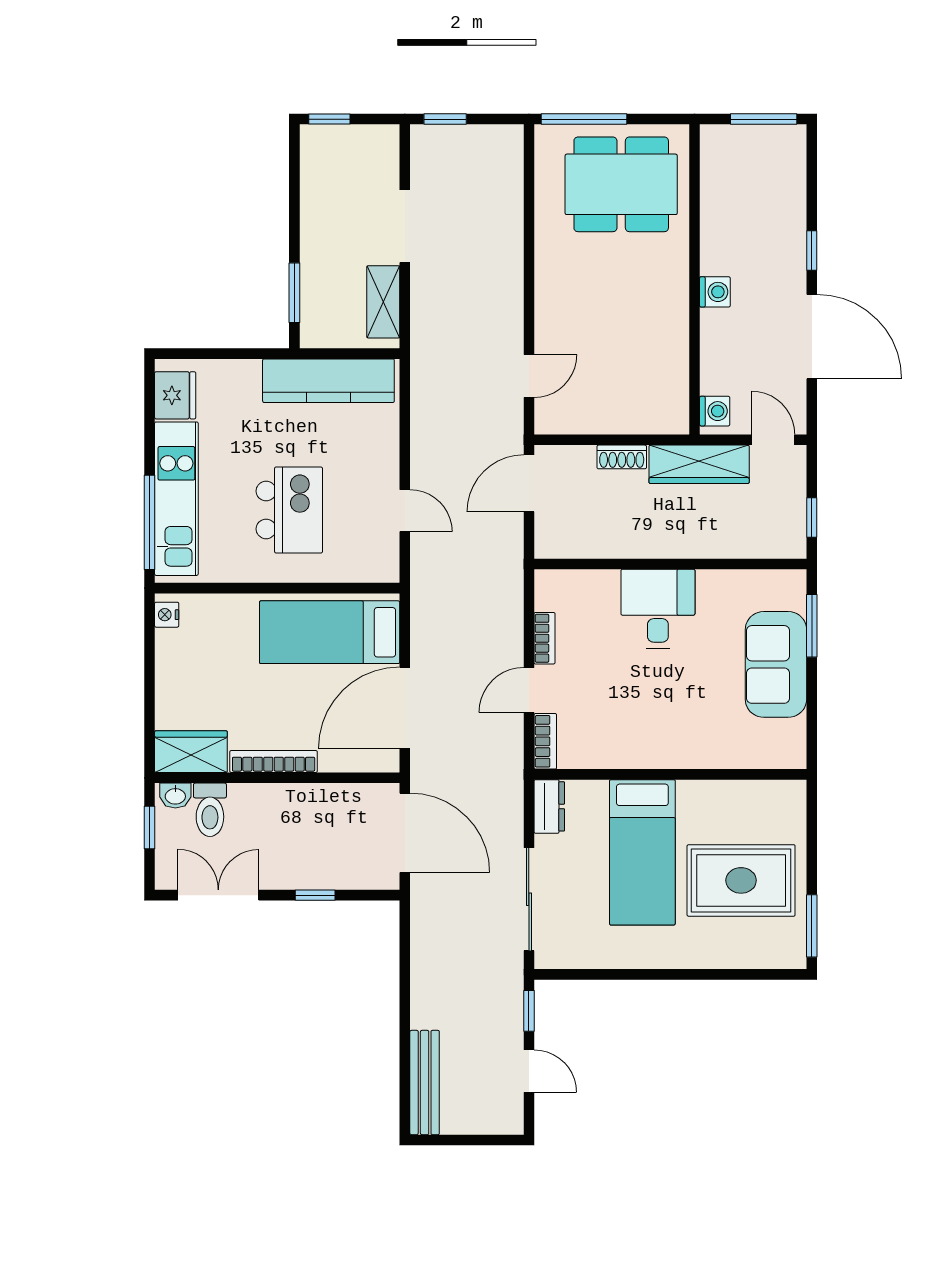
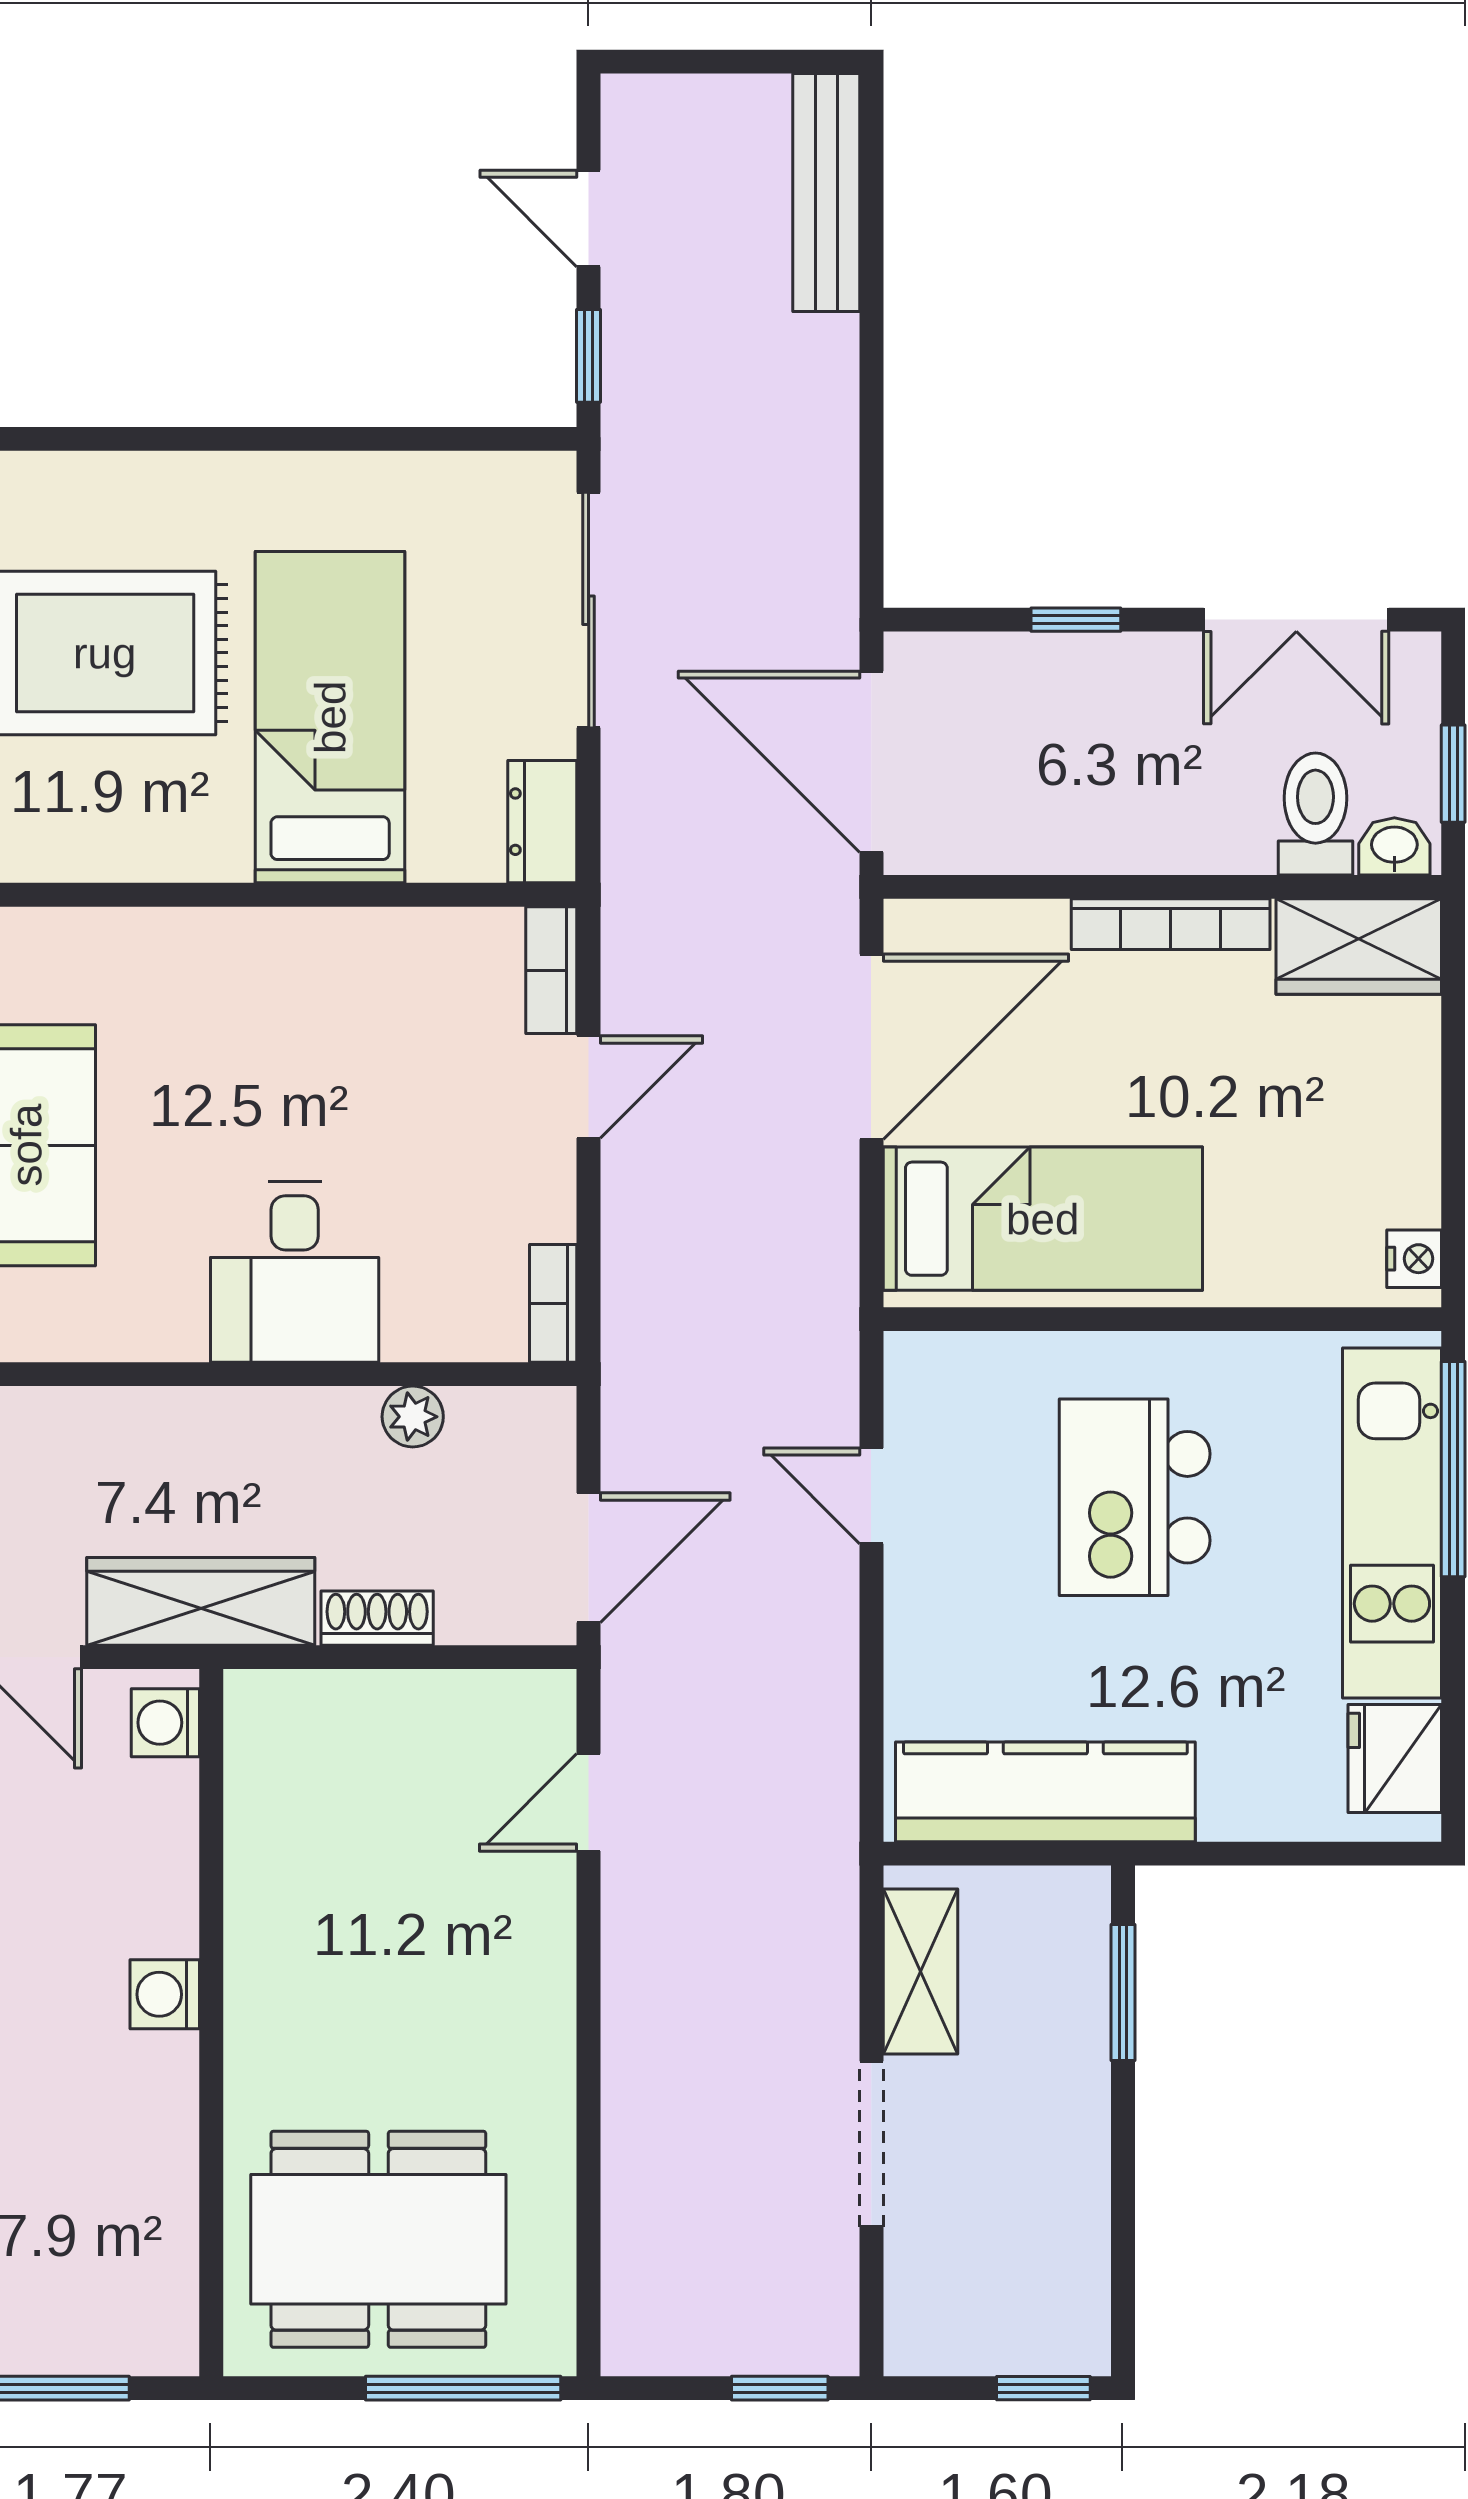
plant: (606, 545) -> (413, 1417), added
bookcase: (544, 638) -> (553, 1303), moved

